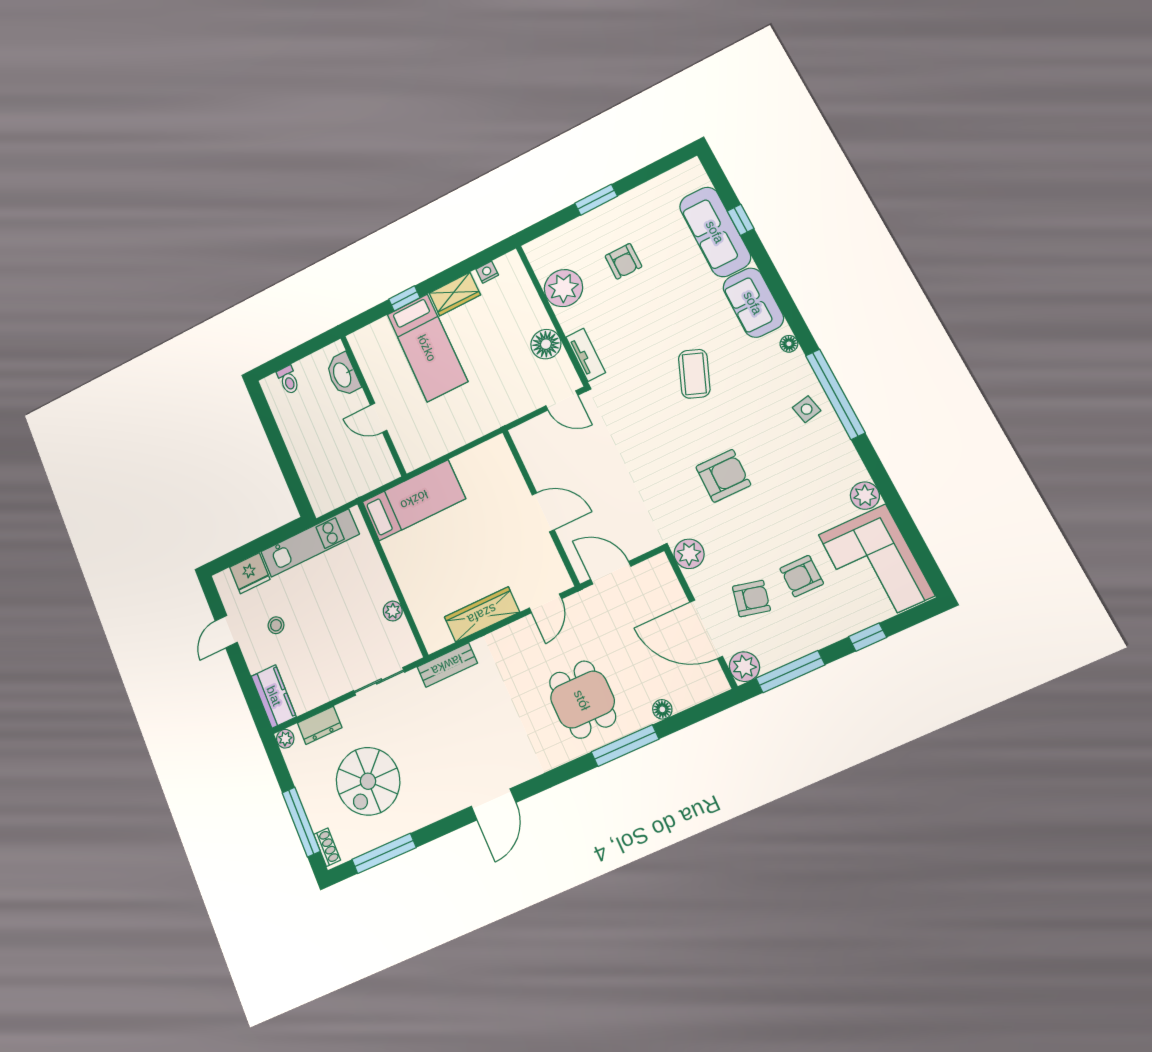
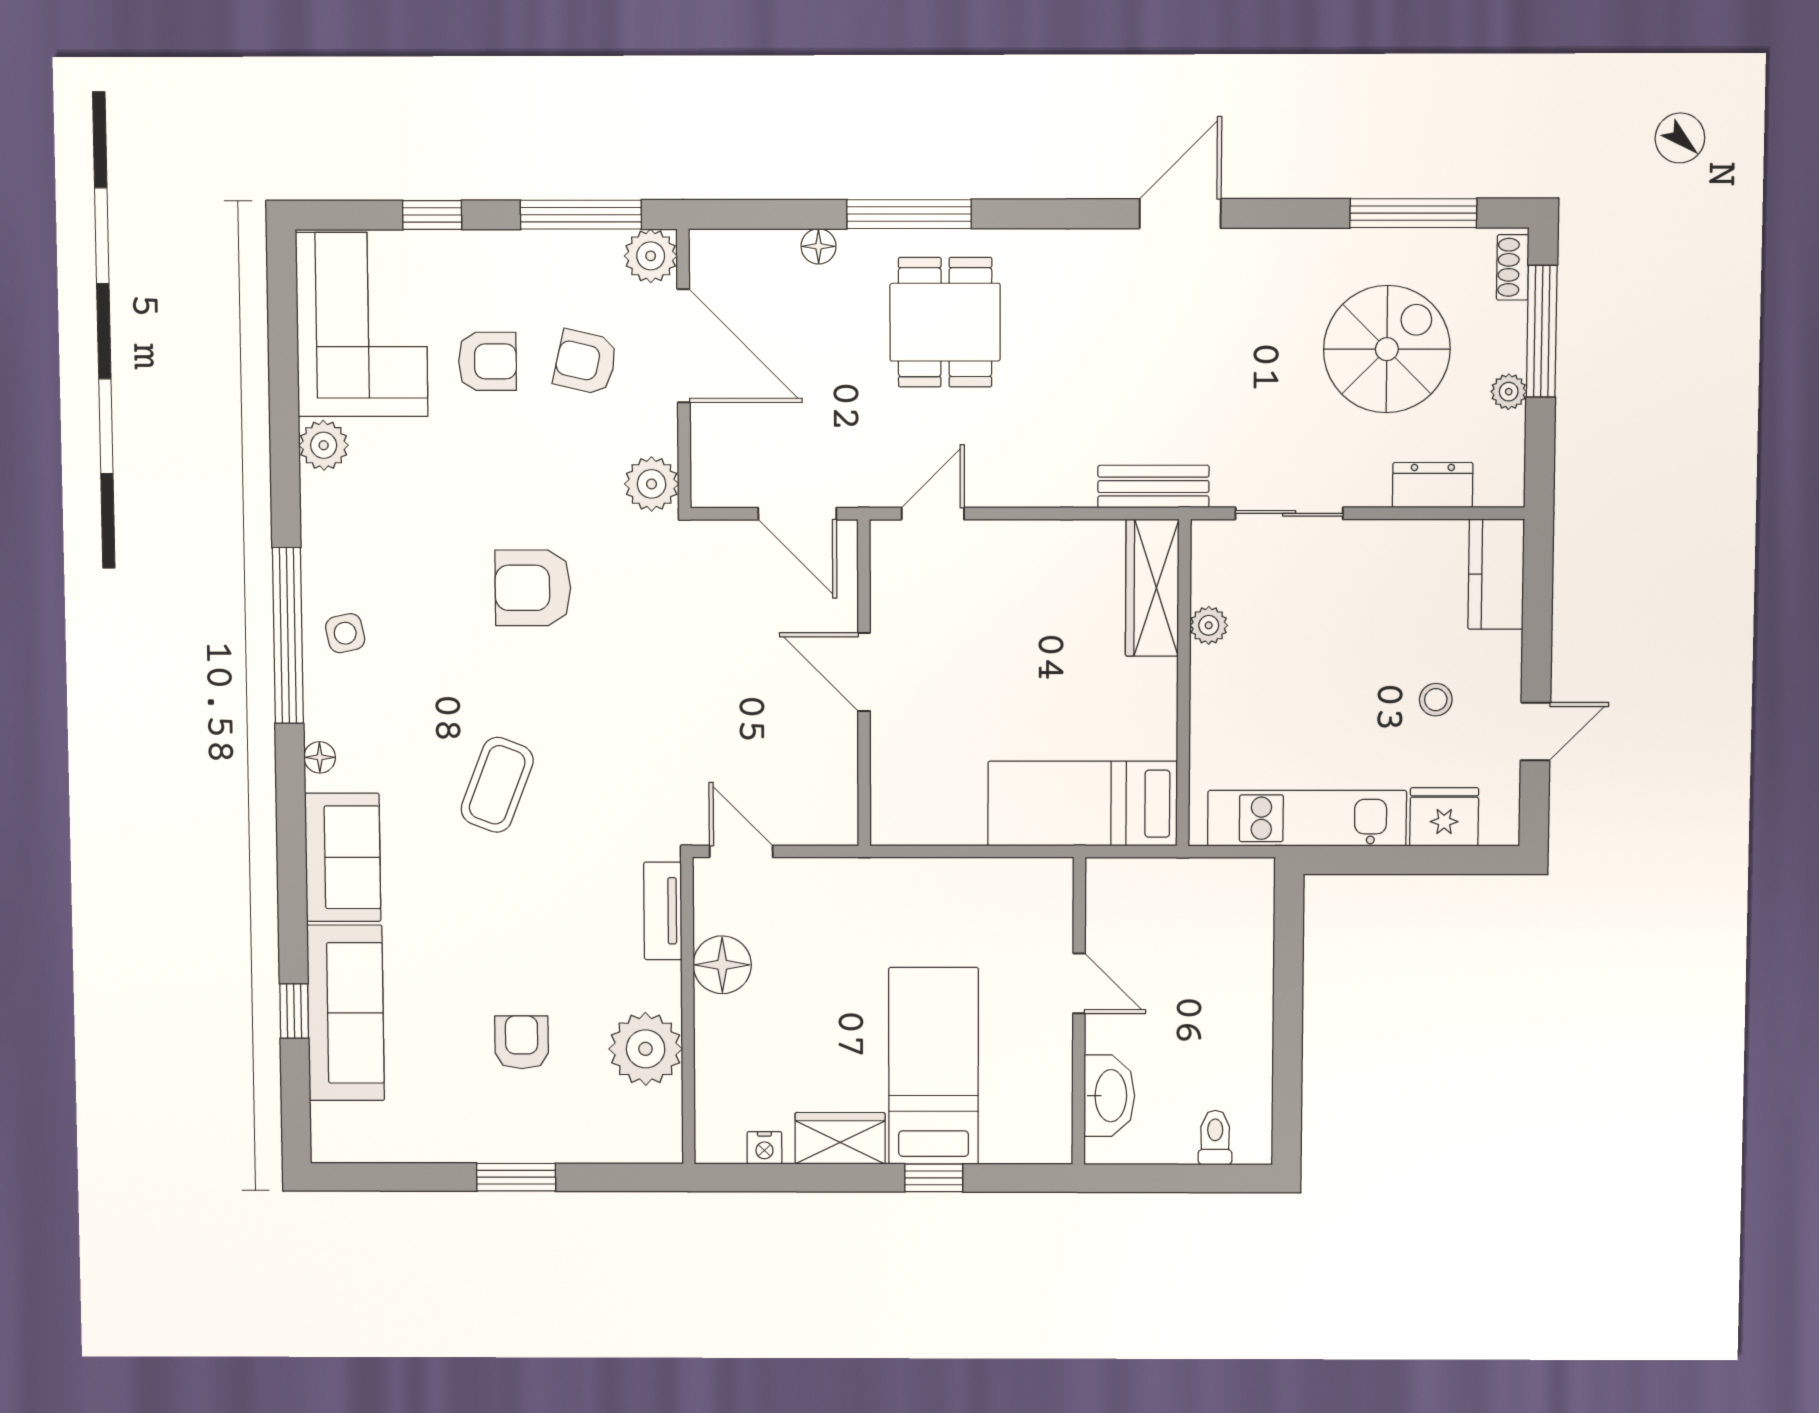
wardrobe: (482, 614) -> (1152, 588), moved, turned 90
plant: (285, 739) -> (1509, 392), moved

